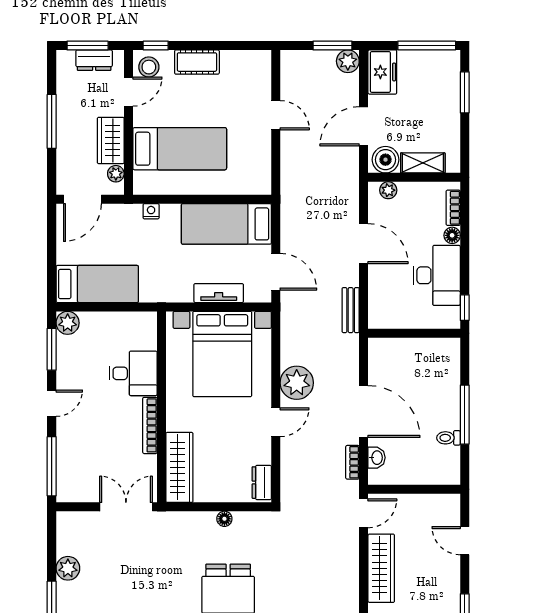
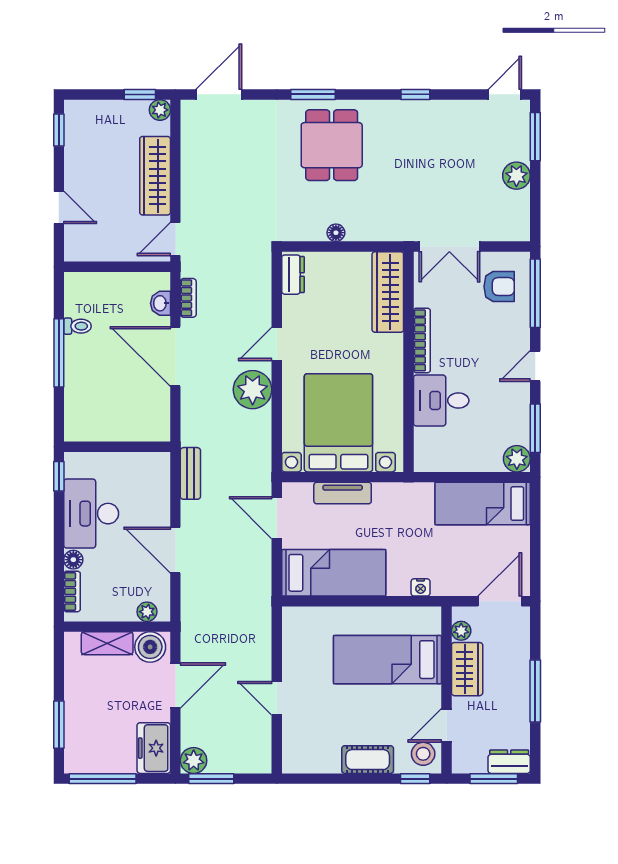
dresser: (94, 60) -> (509, 762), moved
armchair: (83, 472) -> (499, 287), added

